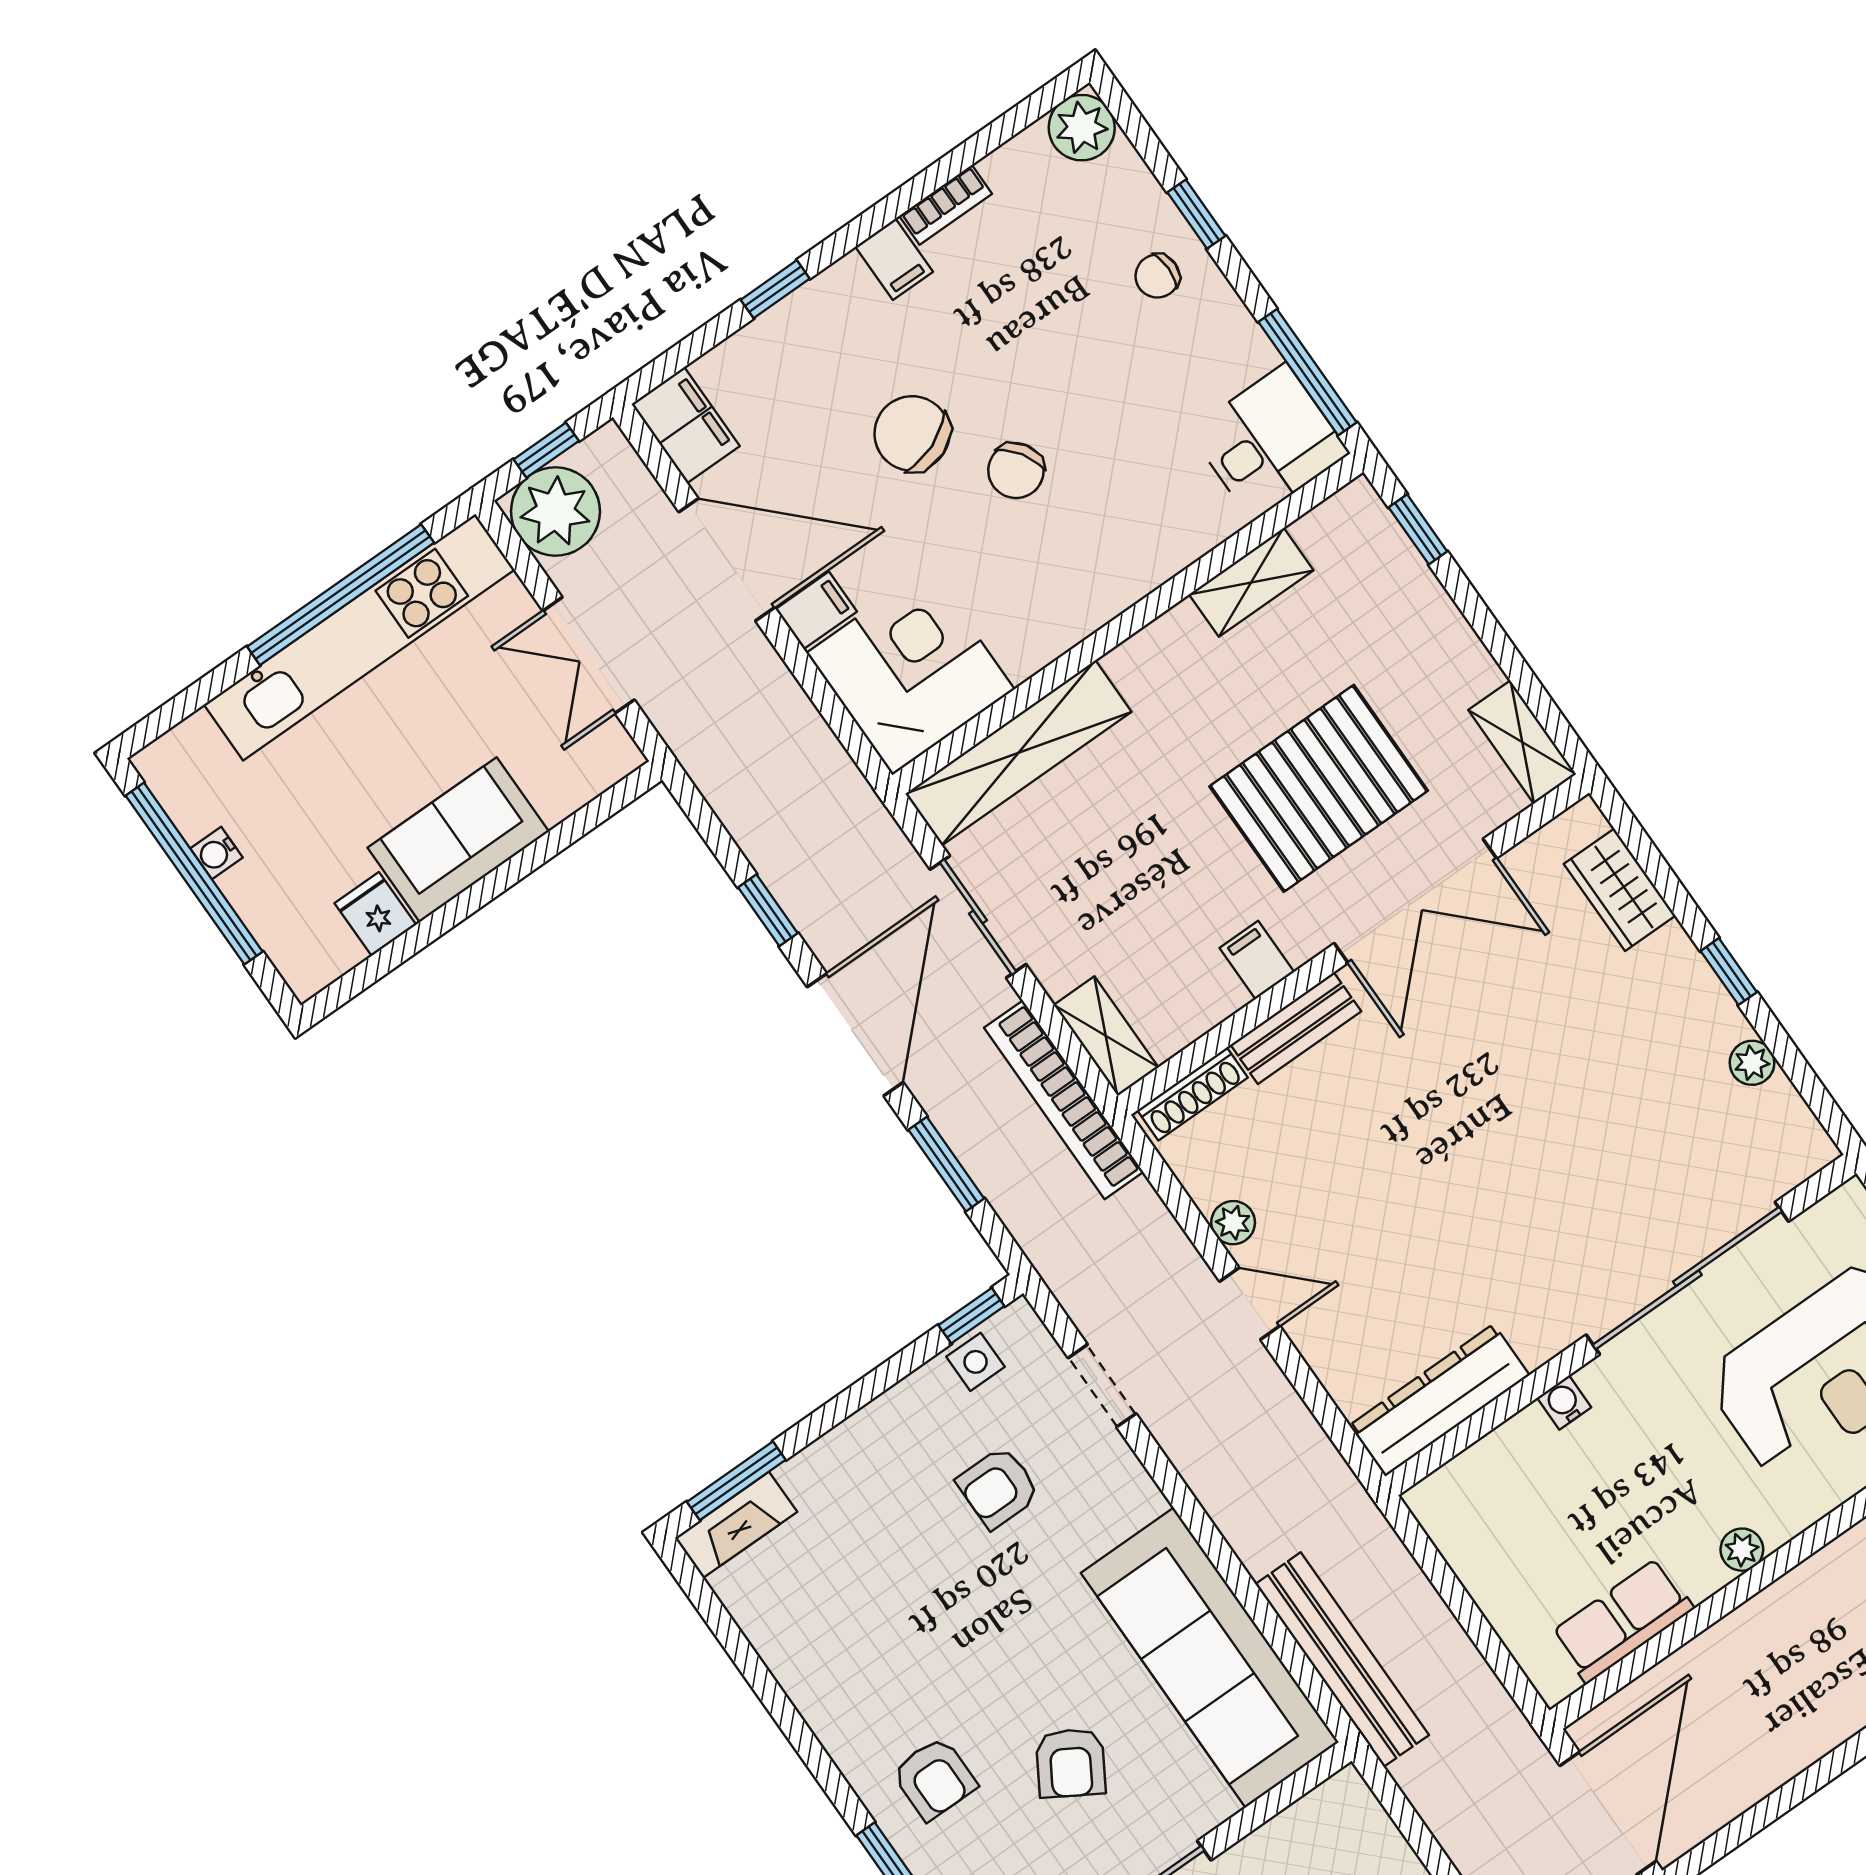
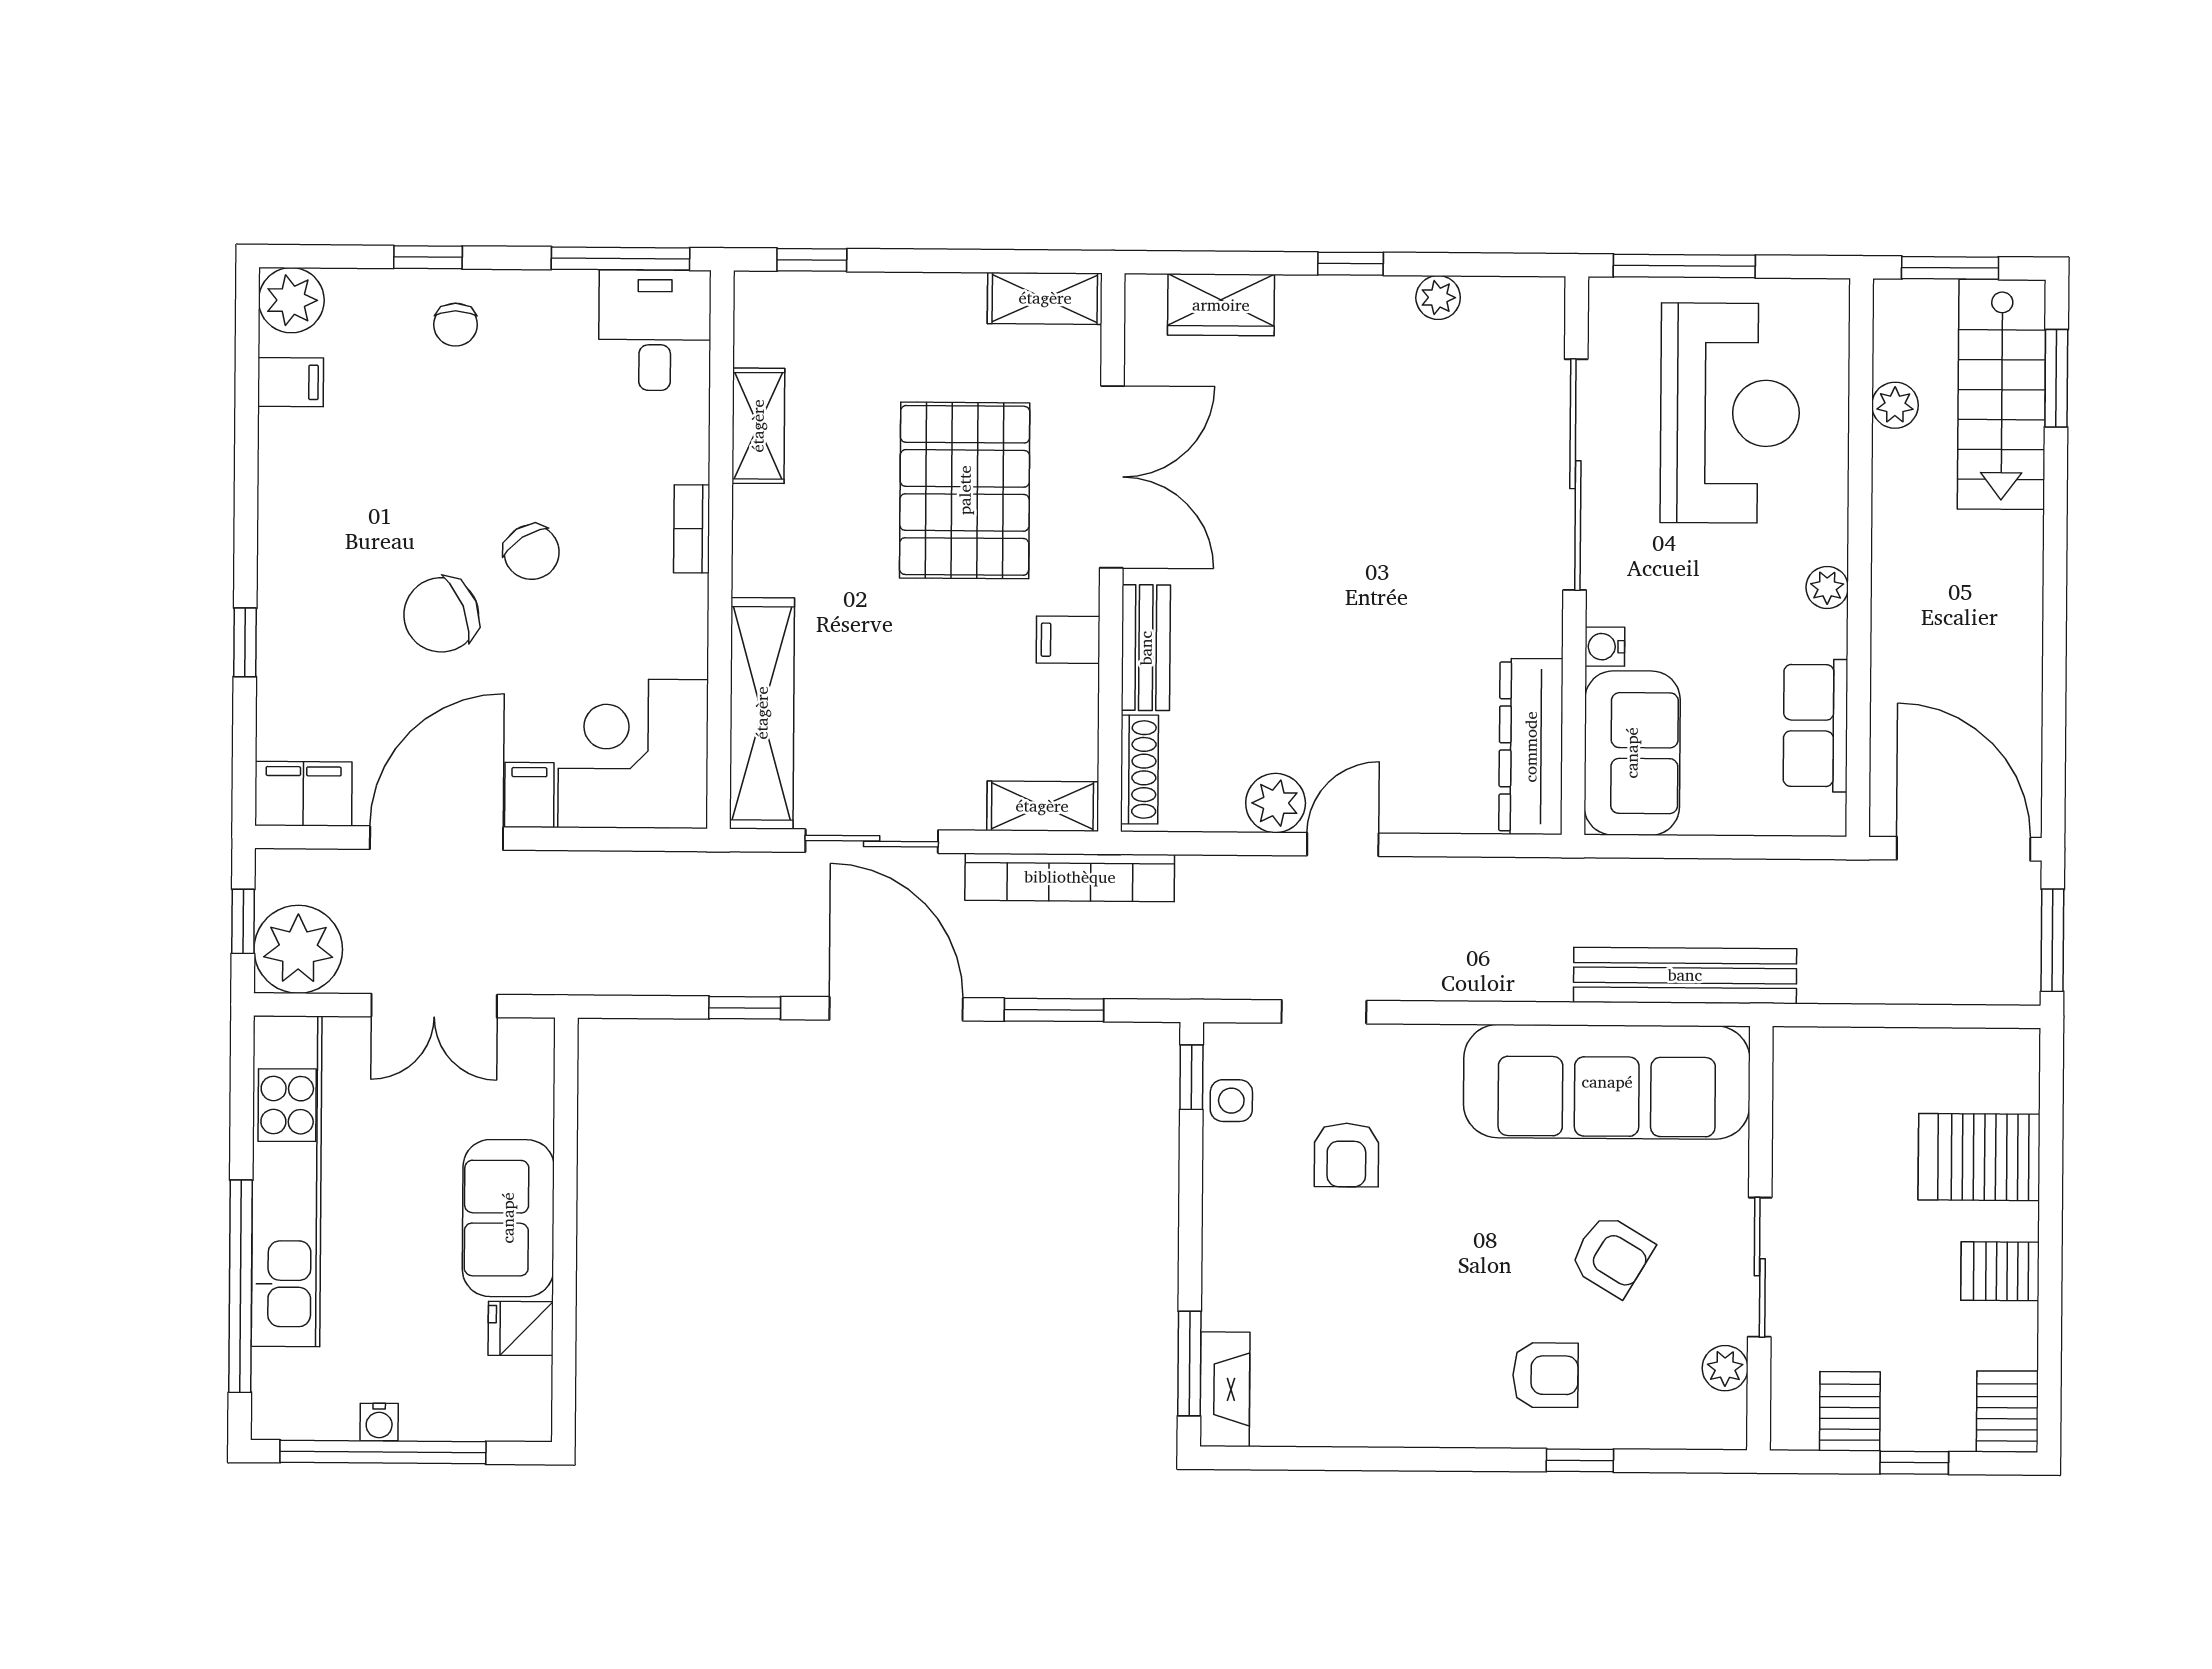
bookcase: (946, 205) -> (692, 529), moved, turned 180
filing cabinet: (894, 259) -> (291, 382), moved
window: (341, 595) -> (241, 1286), moved
plant: (1233, 1223) -> (1276, 803), width x1.38, depth x1.38
sofa: (1493, 1487) -> (1632, 753), added

